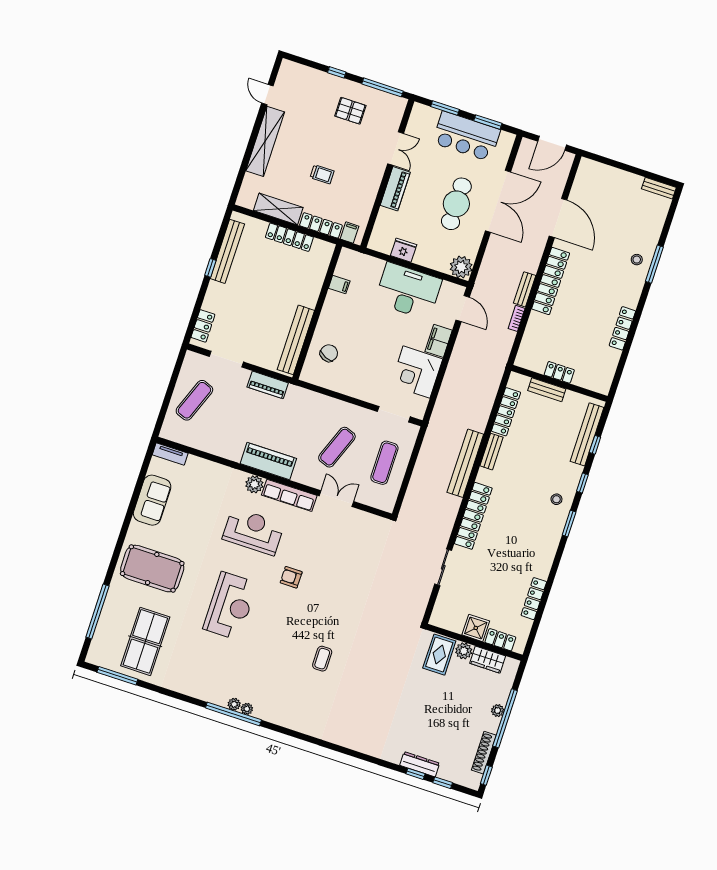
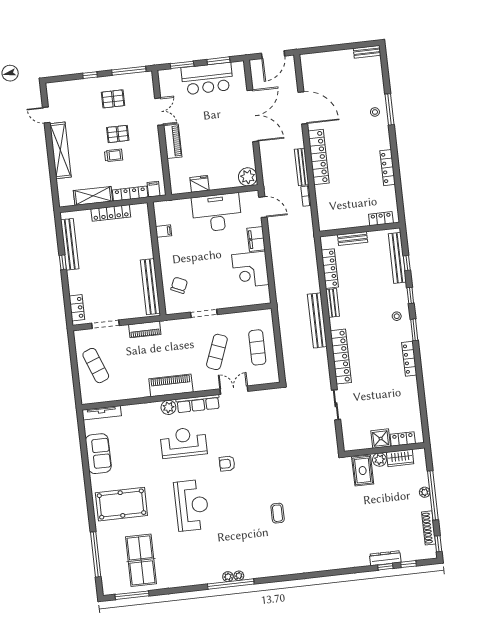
pallet: (338, 152) -> (118, 134), added
cafe table: (456, 204) -> (223, 132), removed
bench: (525, 289) -> (302, 167), width x1.36
locker: (559, 372) -> (381, 219), moved
exercise mat: (194, 400) -> (96, 366), turned -42
doorway: (394, 414) -> (204, 313), moved
tv unit: (170, 454) -> (102, 413), width x1.41
locker: (534, 599) -> (409, 359), moved

